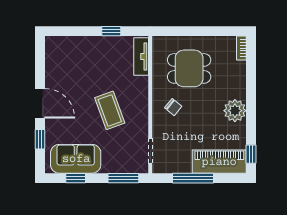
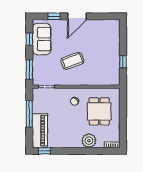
tv unit: (141, 56) -> (107, 81), removed
plant: (235, 111) -> (89, 141), moved

